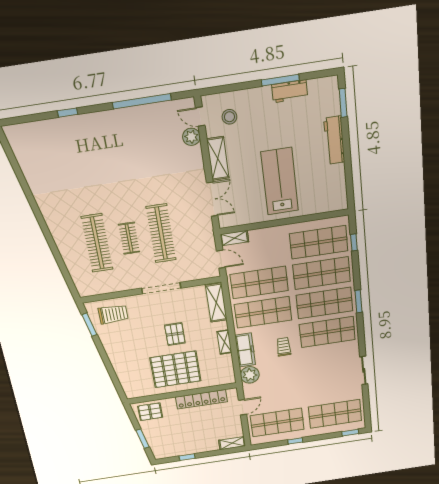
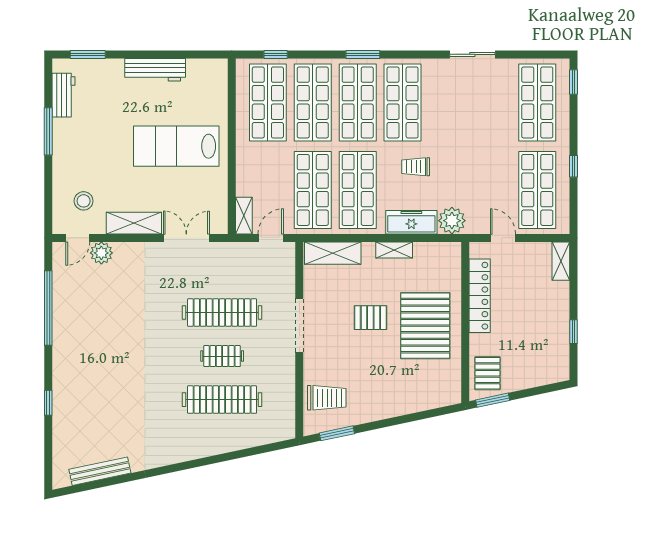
workbench: (290, 91) -> (63, 95), moved
workbench: (334, 140) -> (155, 70), moved
bench: (24, 161) -> (100, 471), added
trolley: (113, 314) -> (327, 398), turned 90
window: (143, 439) -> (493, 400), moved

